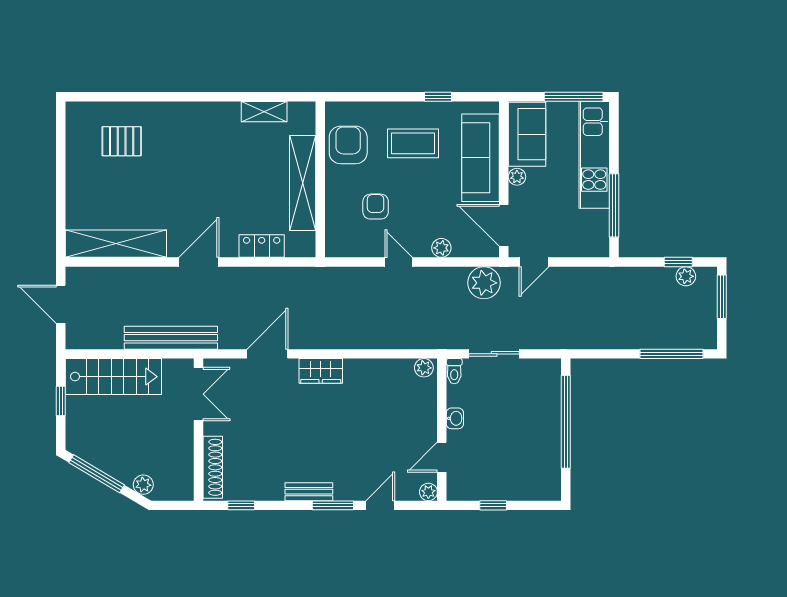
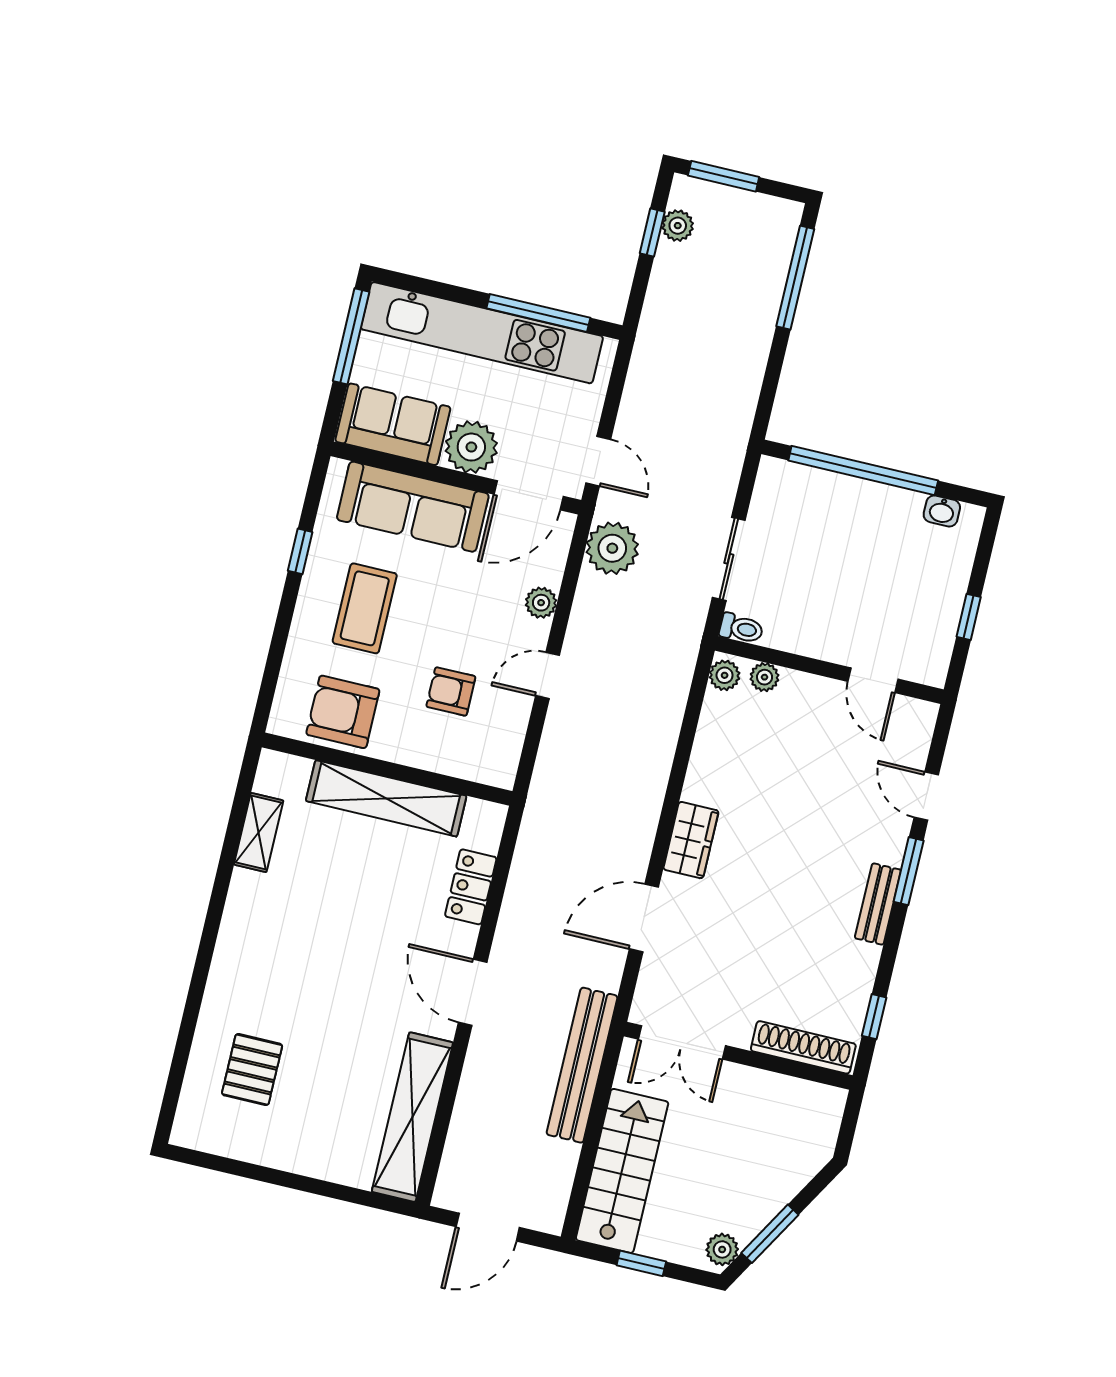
kitchen unit: (594, 155) -> (482, 333), width x1.36
plant: (517, 177) -> (471, 447), width x1.88, depth x1.88
door: (267, 354) -> (644, 918), hinge flipped
double door: (199, 394) -> (682, 1042), swing flipped
washbasin: (455, 418) -> (942, 511), moved, turned 180
window: (97, 474) -> (770, 1234), width x0.69
plant: (143, 485) -> (722, 1249), moved
plant: (428, 492) -> (765, 677), moved

